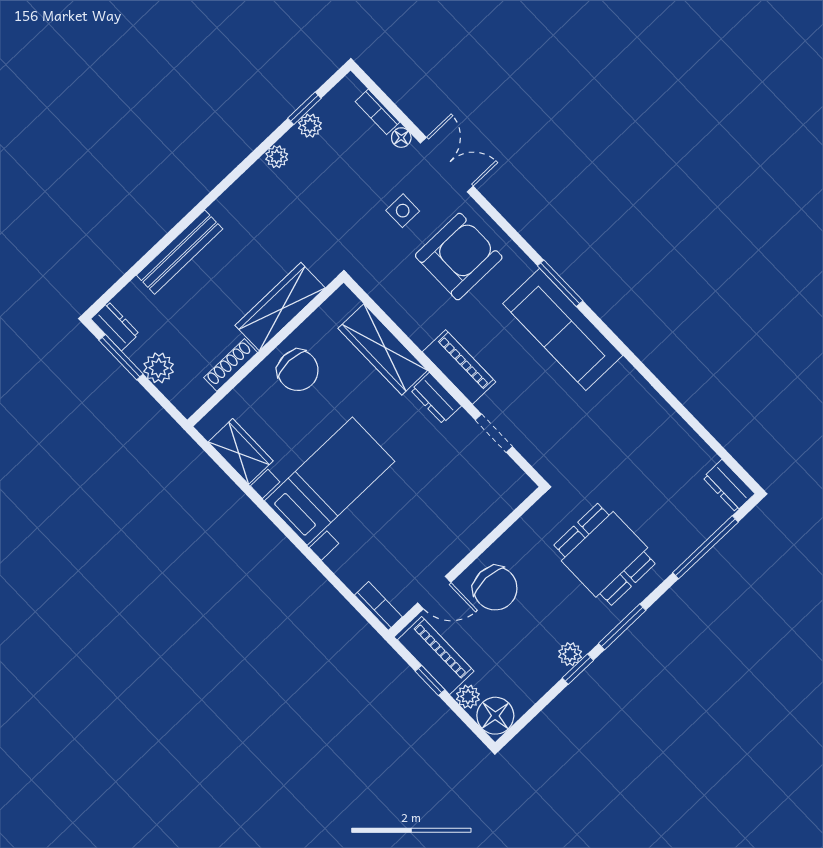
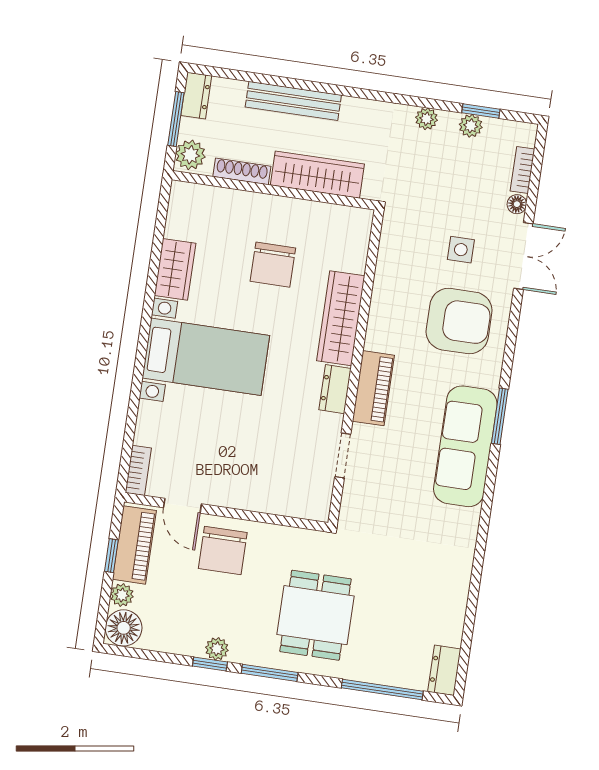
wardrobe: (280, 307) -> (317, 175), moved
wall: (265, 351) -> (274, 190), moved
shoe rack: (231, 365) -> (242, 171), moved

